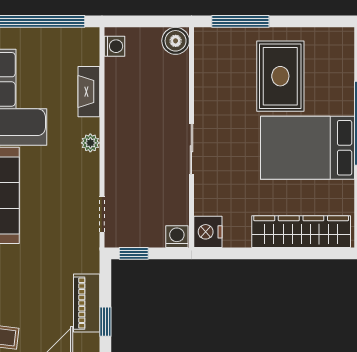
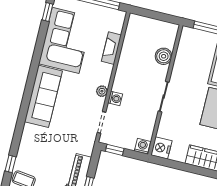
boiler: (176, 41) -> (164, 56), moved
washing machine: (114, 46) -> (115, 98), moved
plant: (90, 143) -> (102, 91), moved

